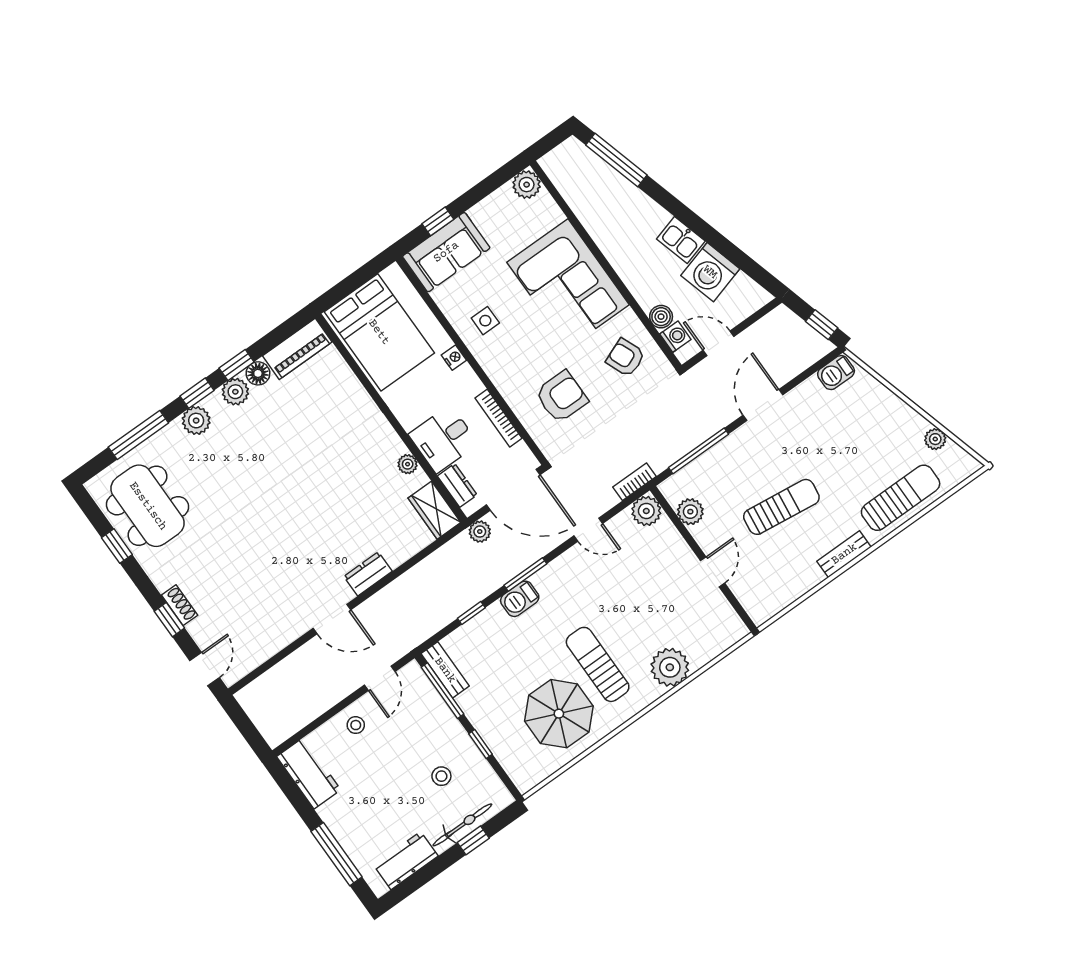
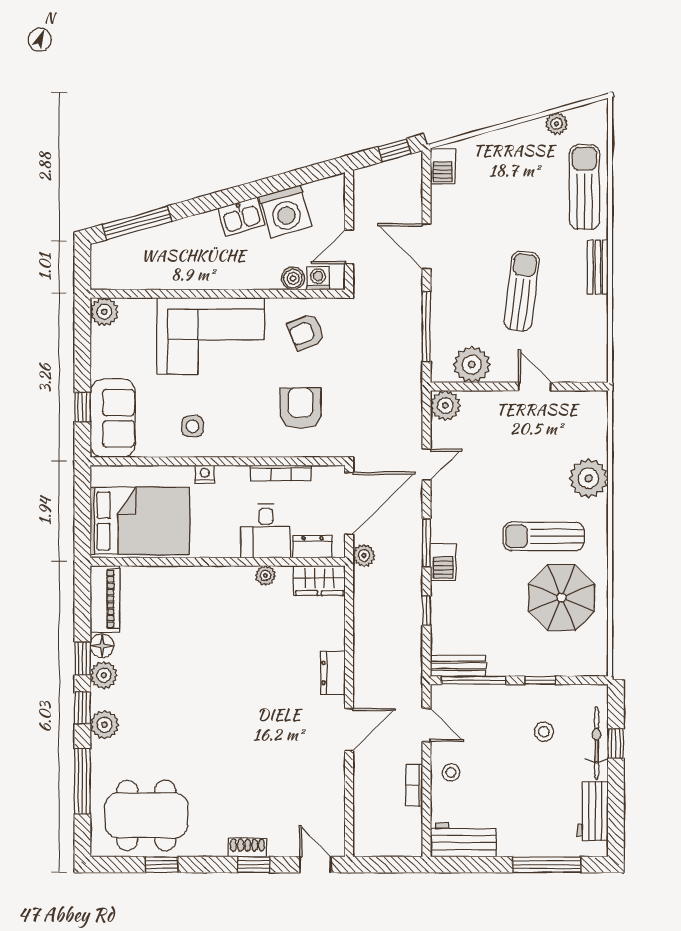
bookcase: (634, 482) -> (414, 785), moved
plant: (690, 512) -> (472, 365), width x1.36, depth x1.36

